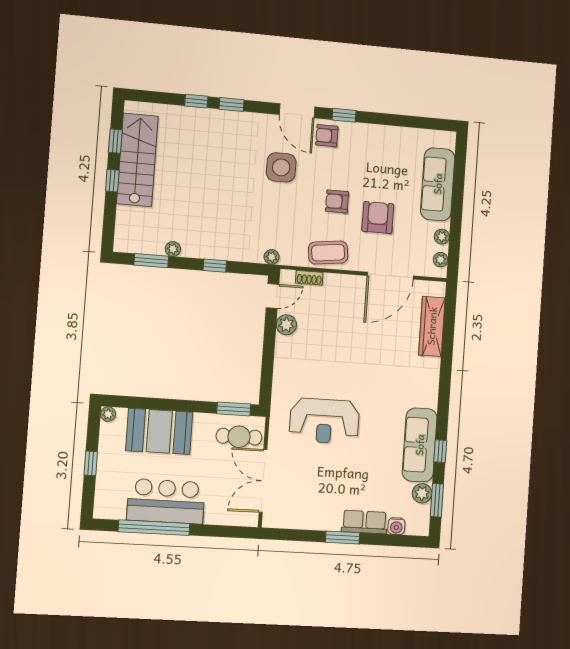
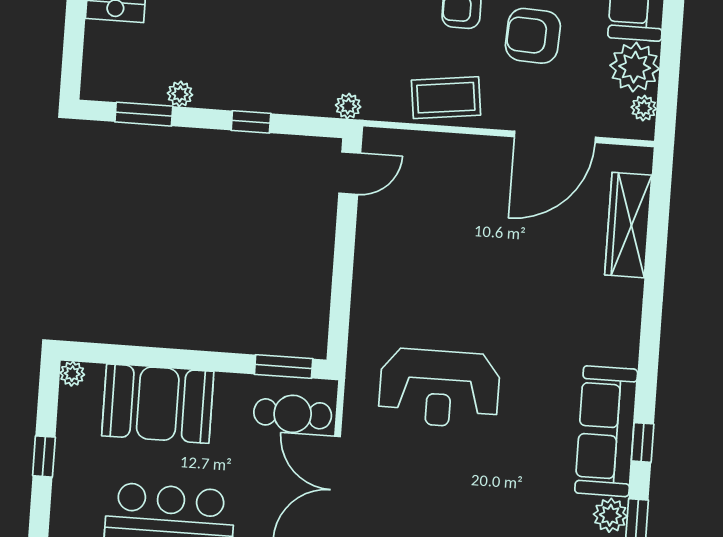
armchair: (378, 217) -> (533, 36), turned -87
plant: (442, 237) -> (635, 67), width x1.88, depth x1.88
shoe rack: (309, 278) -> (413, 141), removed
plant: (286, 325) -> (374, 222), removed

